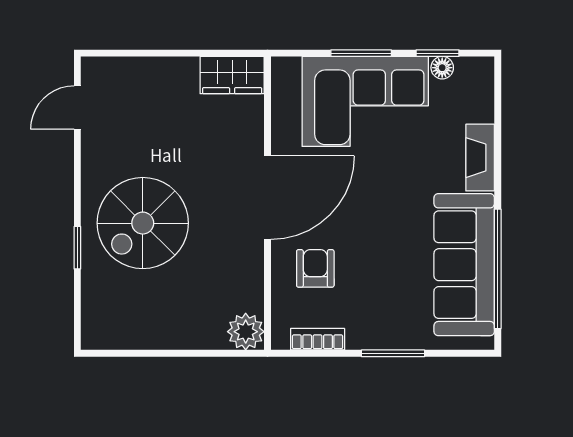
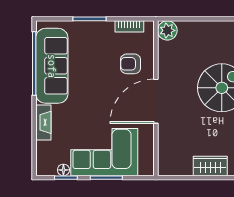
wardrobe: (232, 75) -> (210, 166), moved
armchair: (315, 268) -> (131, 64), turned 90

